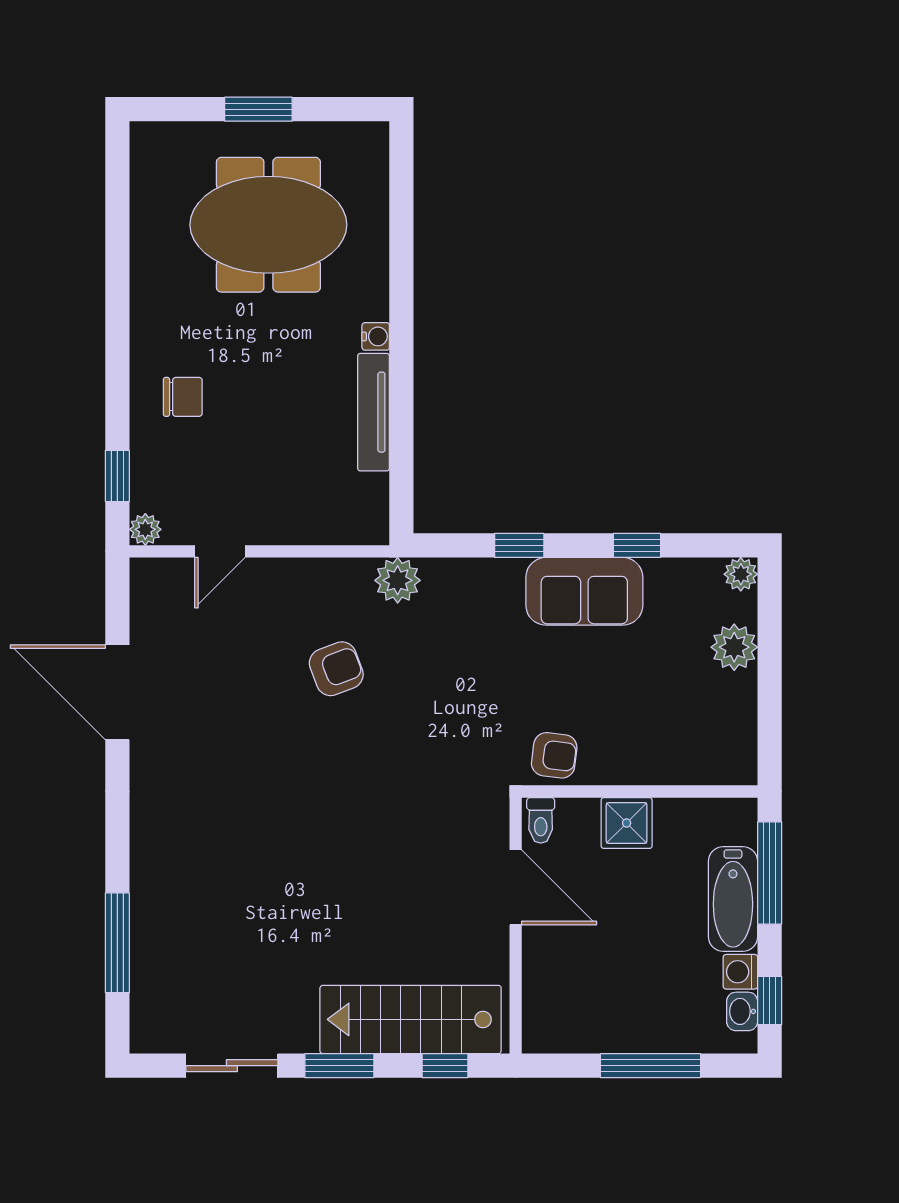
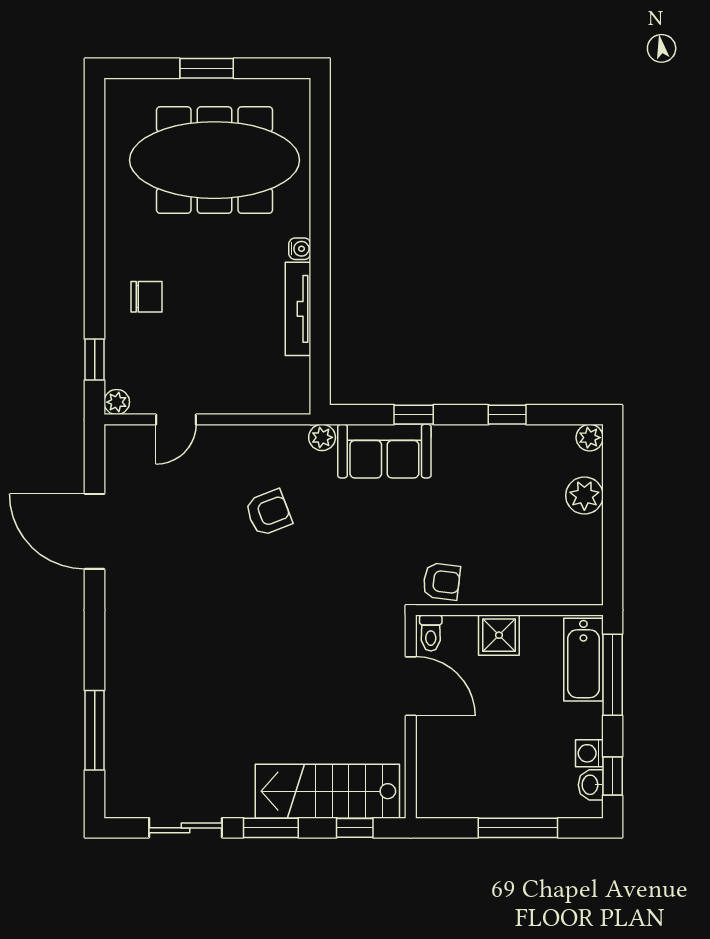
meeting table: (268, 225) -> (215, 160), width x1.36
plant: (398, 580) -> (322, 437), width x0.73, depth x0.73
sofa: (584, 591) -> (384, 451), moved
bathtub: (733, 899) -> (583, 660), moved

